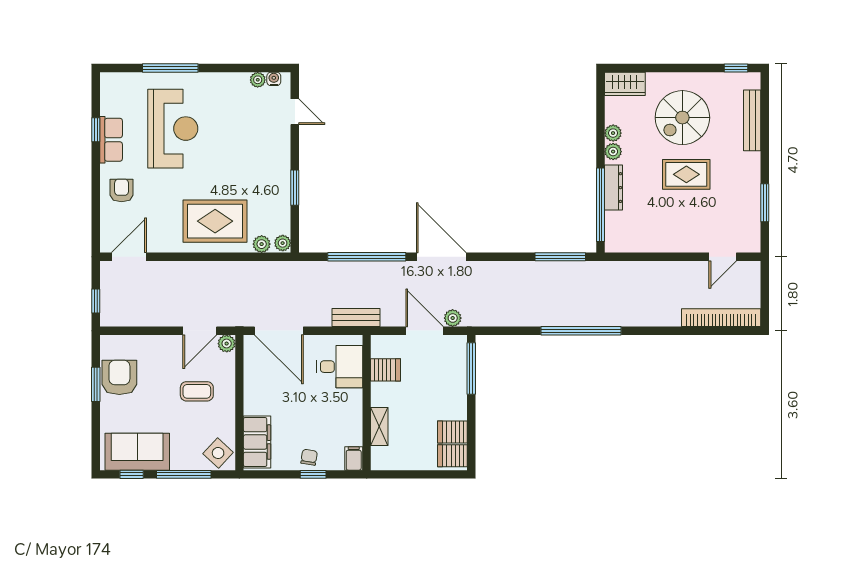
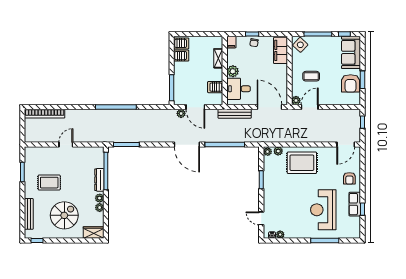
rug: (686, 174) -> (49, 183), moved
door: (723, 257) -> (66, 145), moved
bench: (356, 318) -> (235, 114), width x1.36
plant: (351, 401) -> (233, 71), added
sofa: (137, 452) -> (351, 52), moved, turned 90

